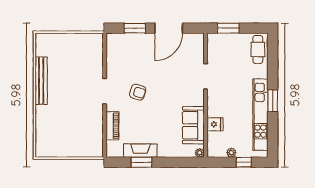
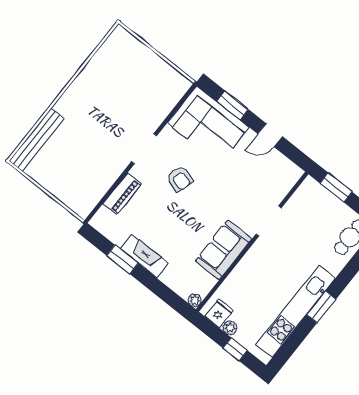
door: (169, 28) -> (270, 135), width x0.53
corner sofa: (130, 50) -> (208, 125), added
bench: (41, 81) -> (37, 140), moved
fridge: (215, 124) -> (219, 313), moved, turned -90
sofa: (193, 125) -> (223, 250), moved
fireplace: (140, 151) -> (144, 256), moved

